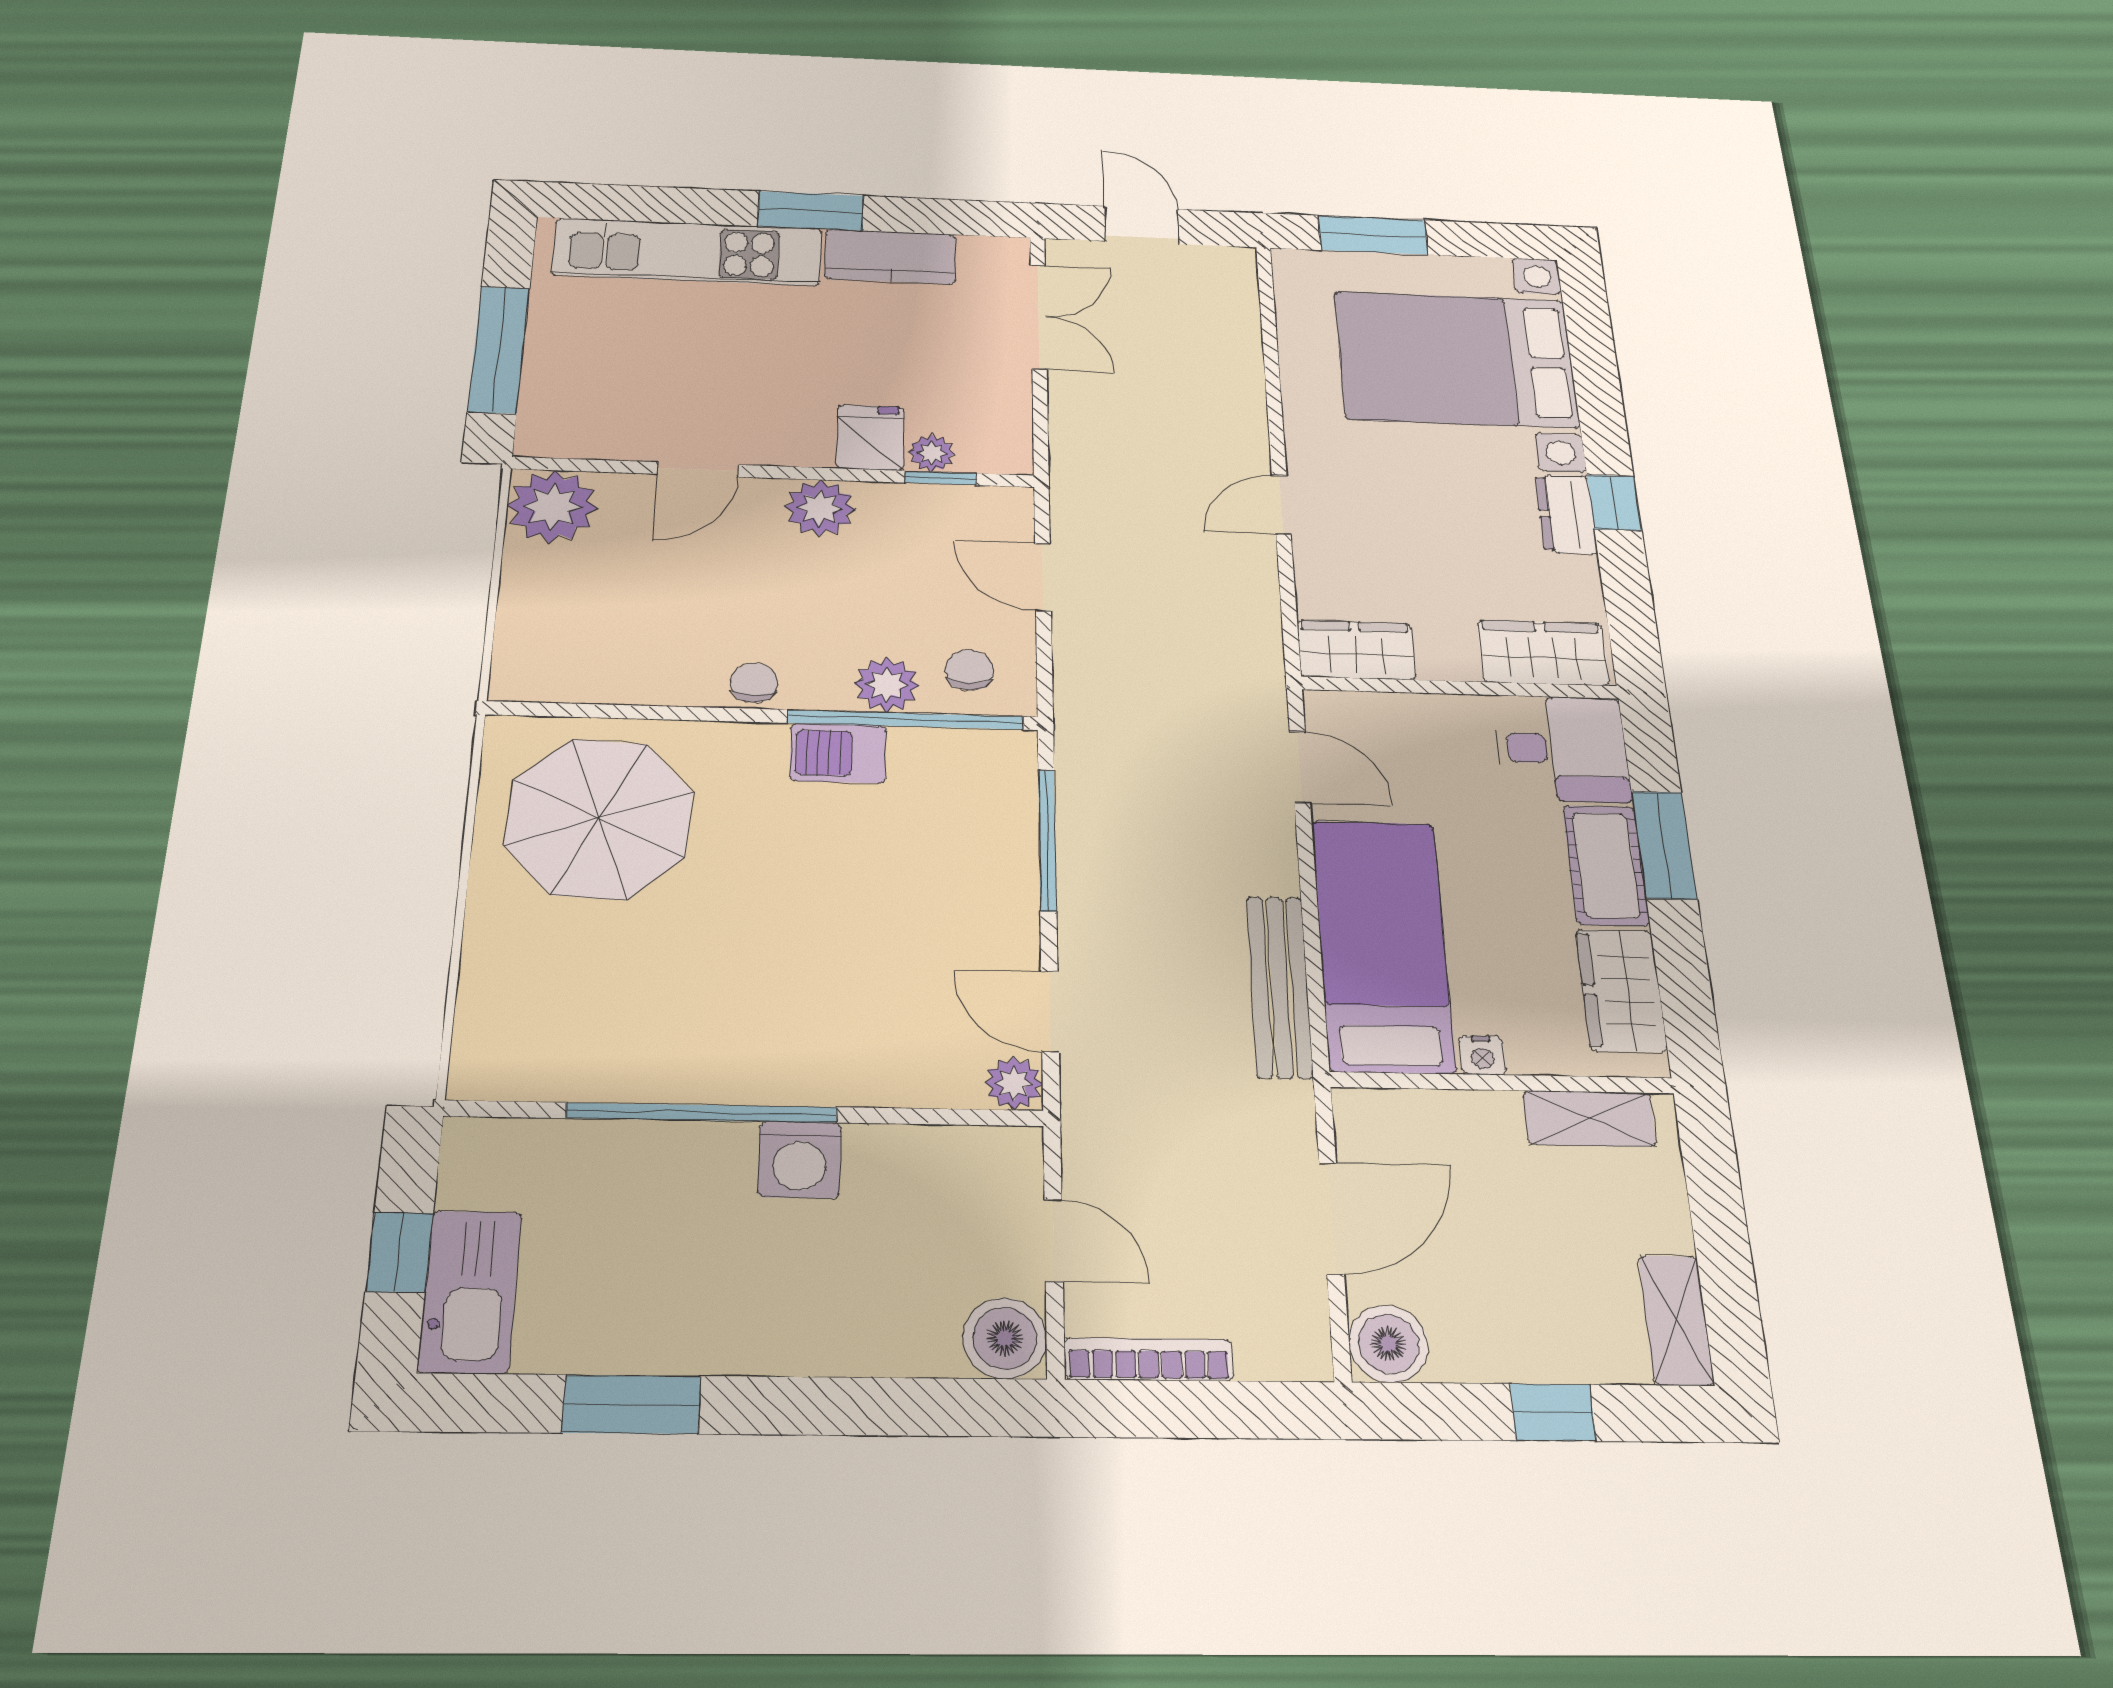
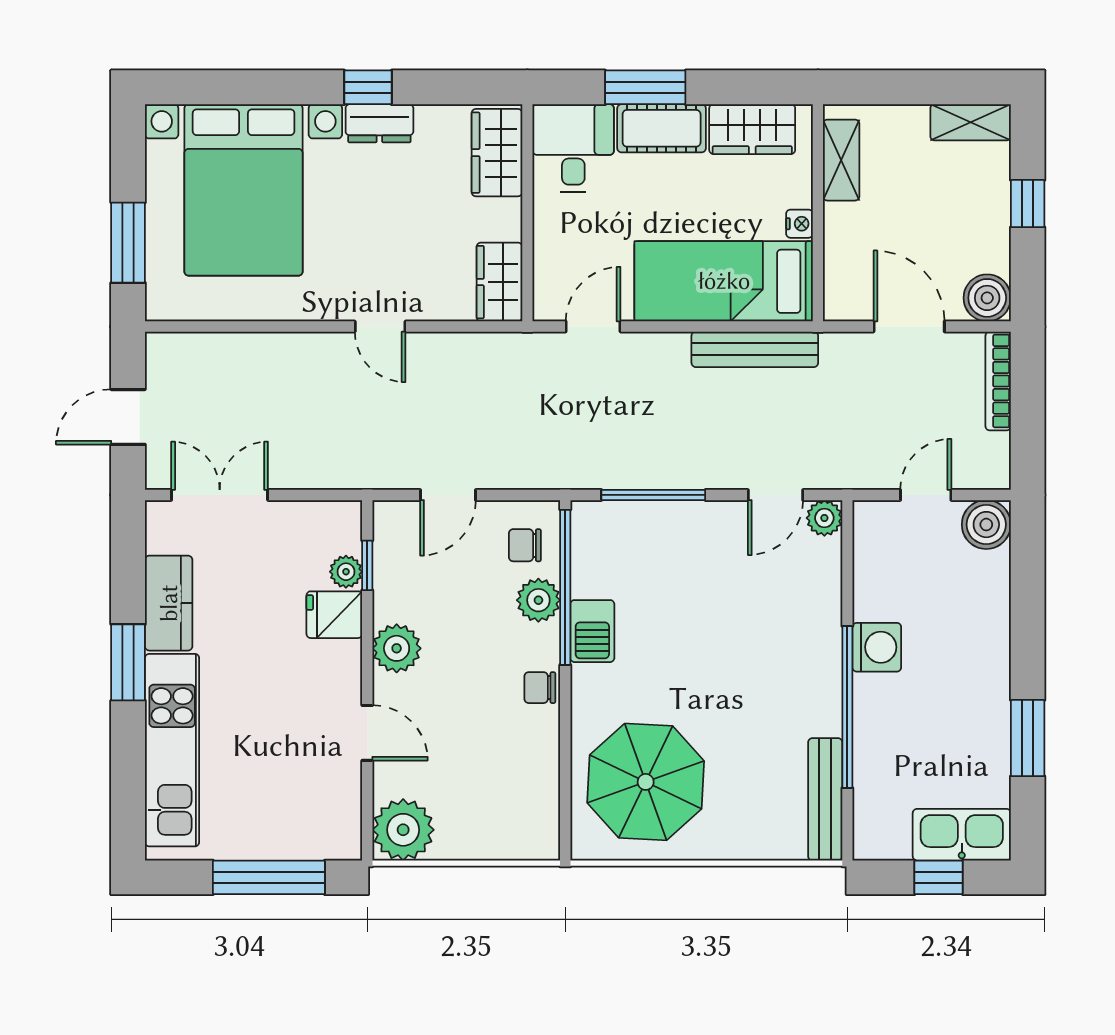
bench: (550, 1076) -> (825, 799), added
bookcase: (1149, 1359) -> (998, 381), moved

